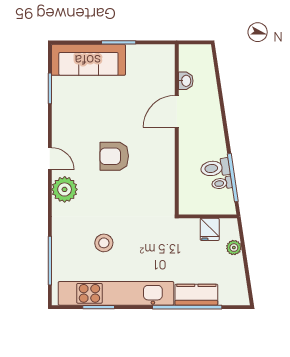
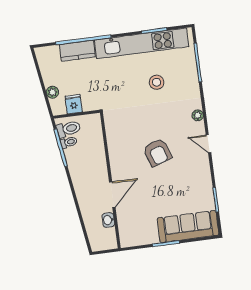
armchair: (114, 156) -> (157, 152), turned 71
toilet: (215, 168) -> (69, 129), moved
plant: (65, 189) -> (198, 115), width x0.53, depth x0.53

